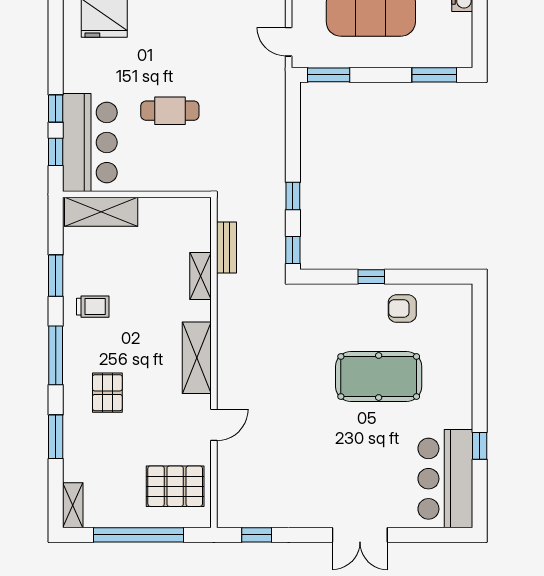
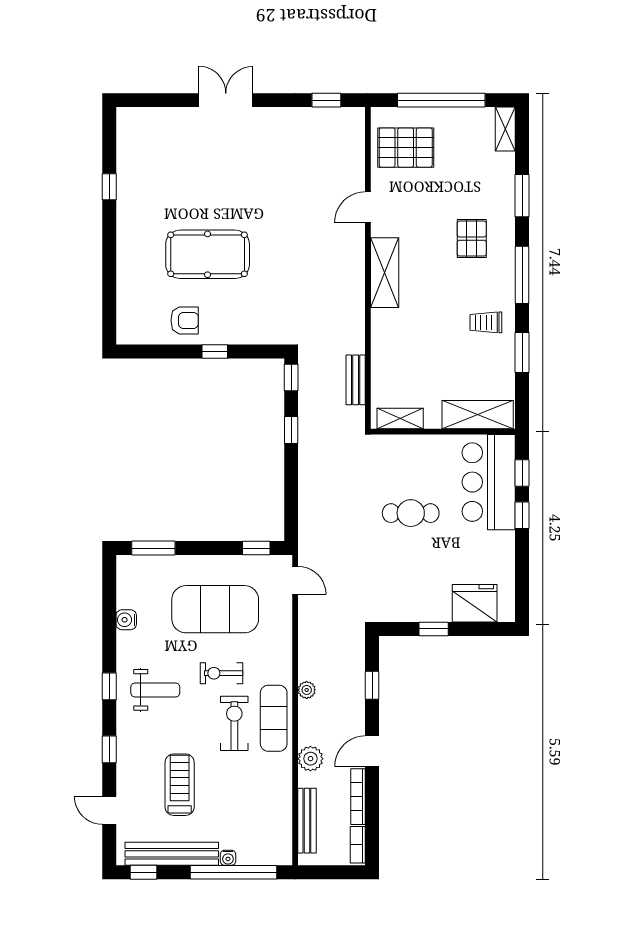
window: (329, 75) -> (256, 548), width x0.67
shelving: (200, 276) -> (400, 419), moved, turned 90
bar counter: (445, 479) -> (143, 155), removed

